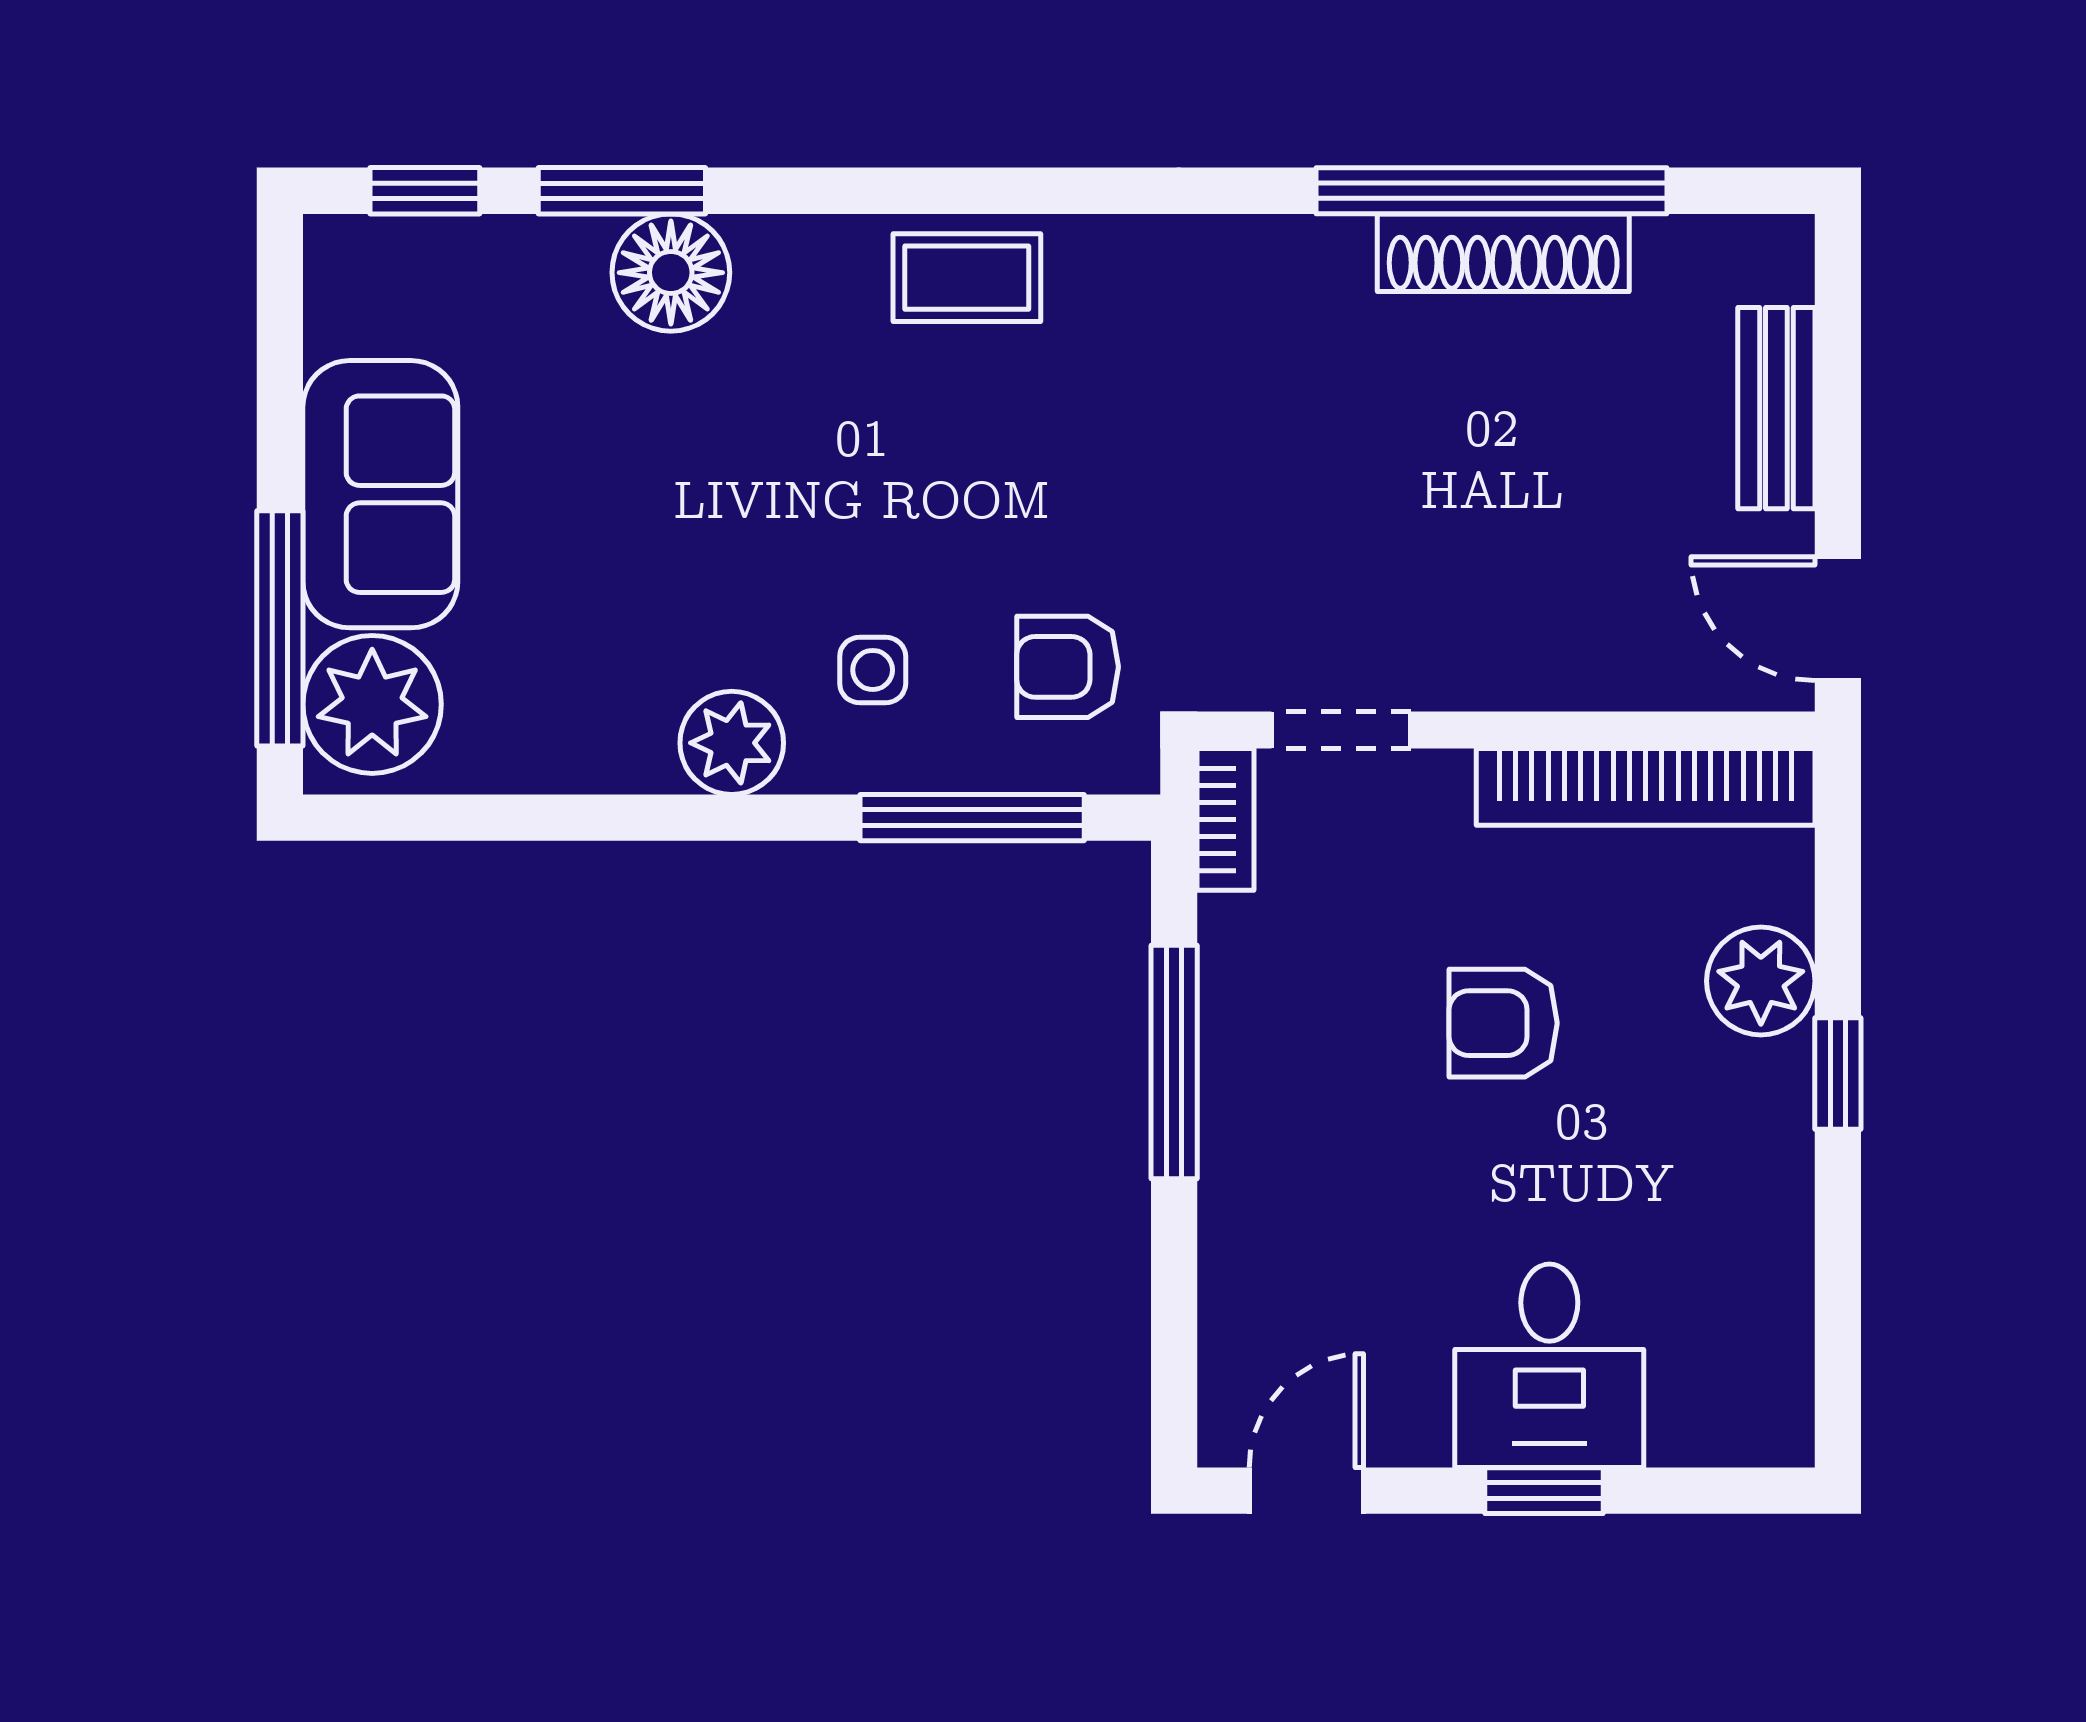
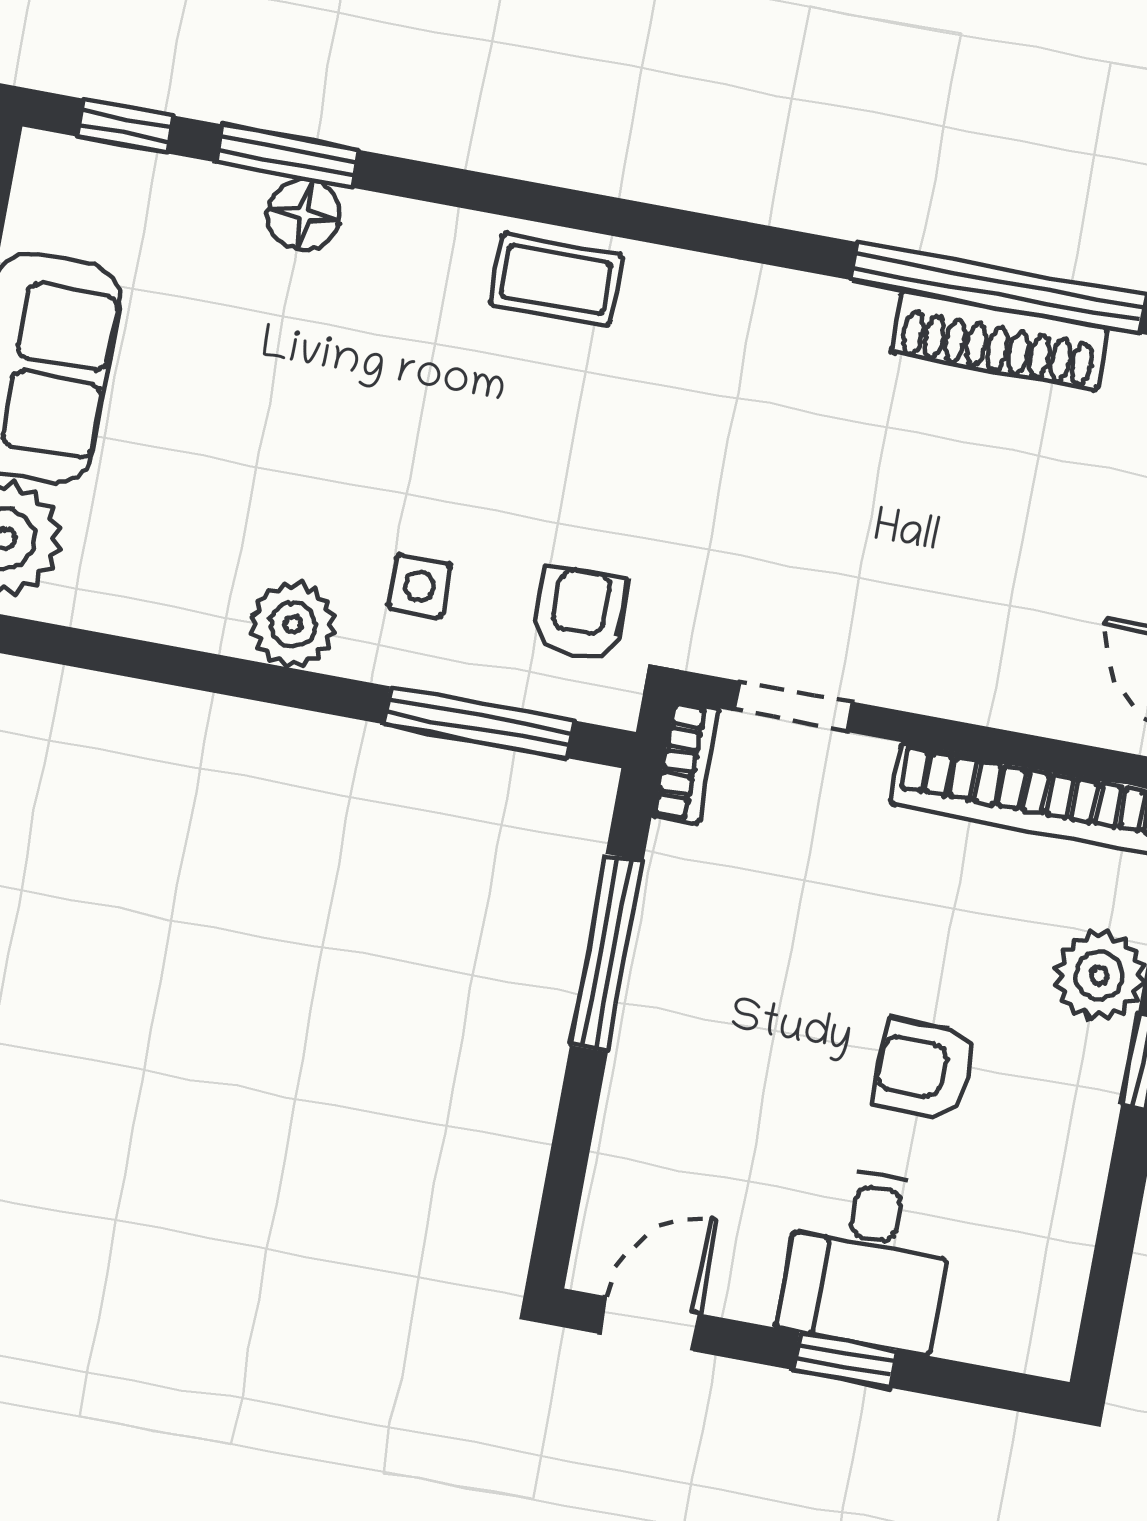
floor lamp: (671, 273) -> (304, 215), width x0.73, depth x0.73
armchair: (1068, 667) -> (579, 613), turned 90
armchair: (1503, 1023) -> (924, 1069), moved

